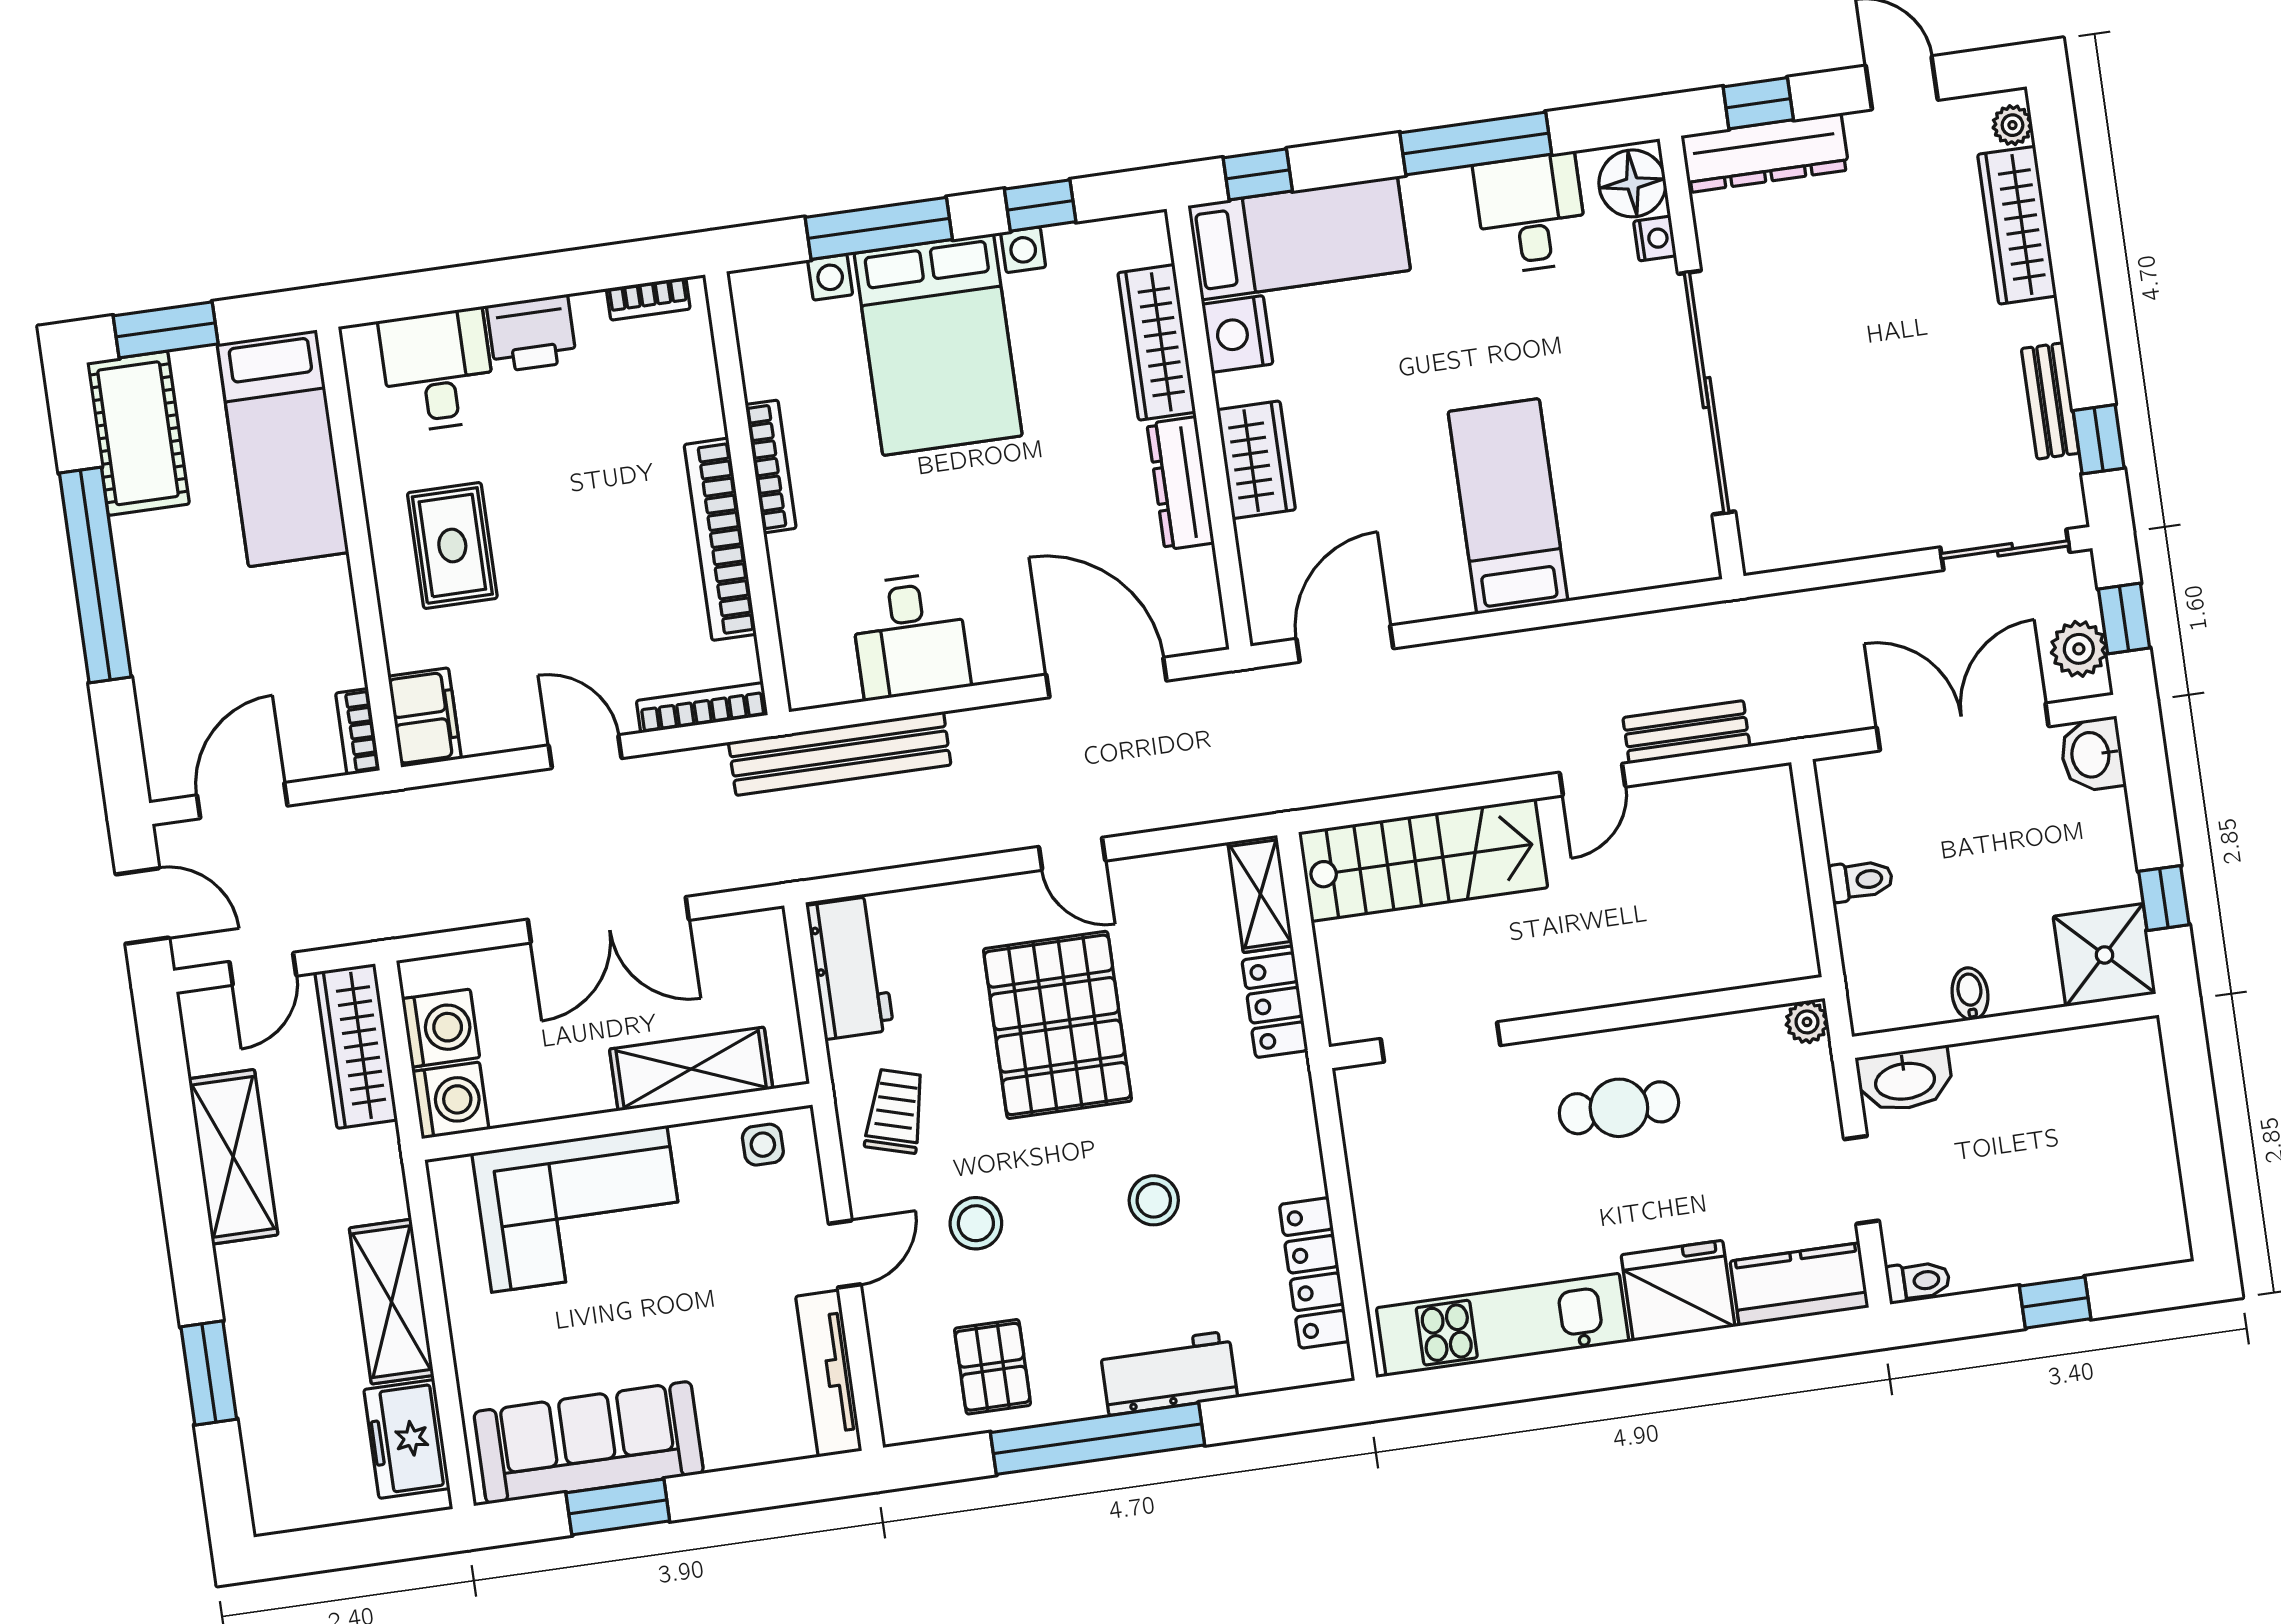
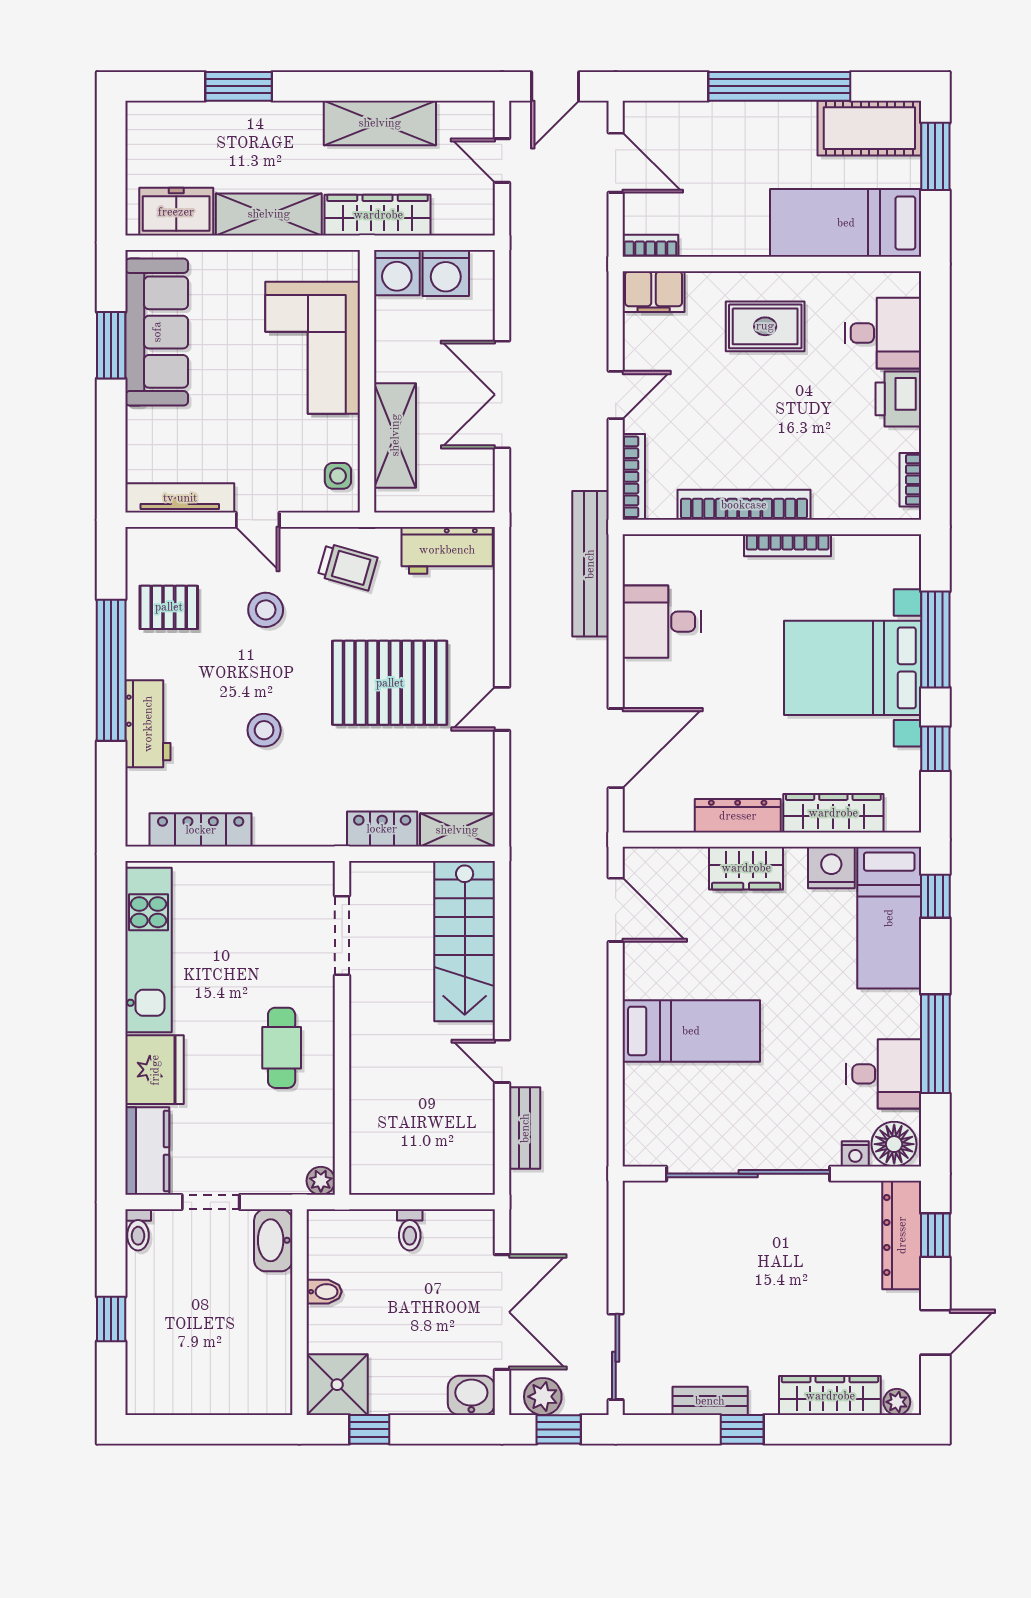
window: (2099, 439) -> (742, 1429), moved
wardrobe: (356, 1046) -> (378, 215), moved

